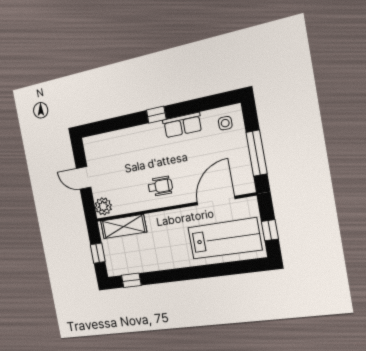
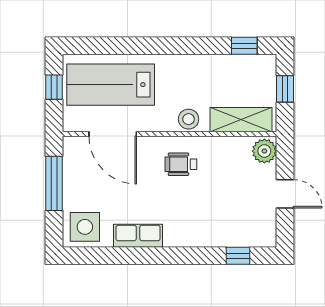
window: (156, 115) -> (238, 256), moved
side table: (225, 123) -> (85, 227), width x1.87, depth x1.87
door: (216, 201) -> (113, 134), hinge flipped
stool: (161, 221) -> (189, 119), added

